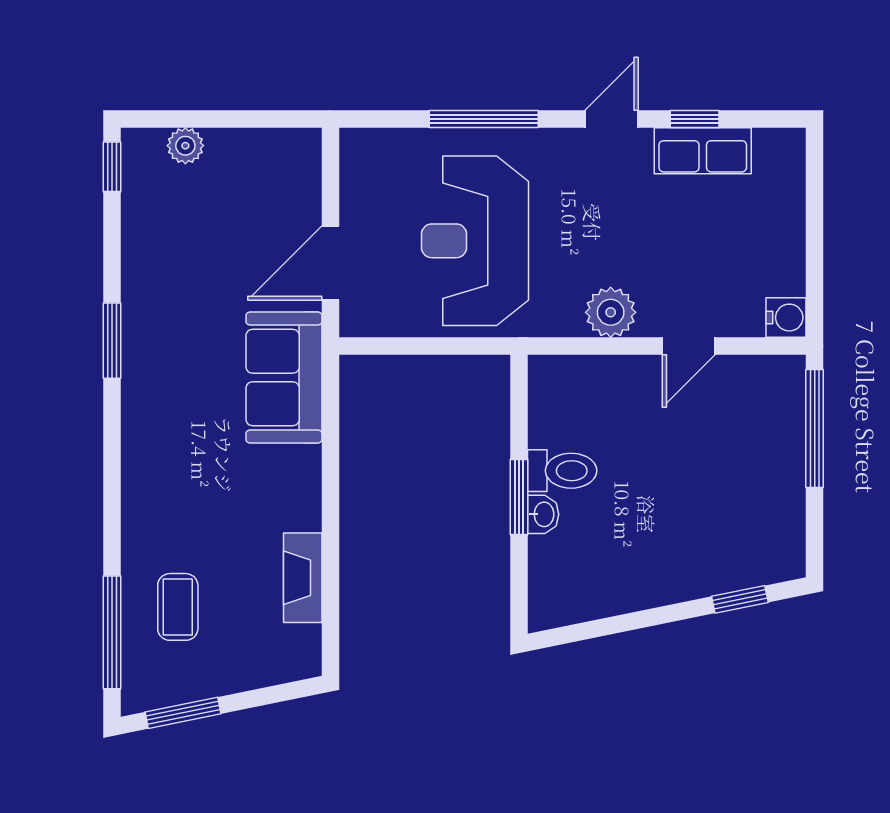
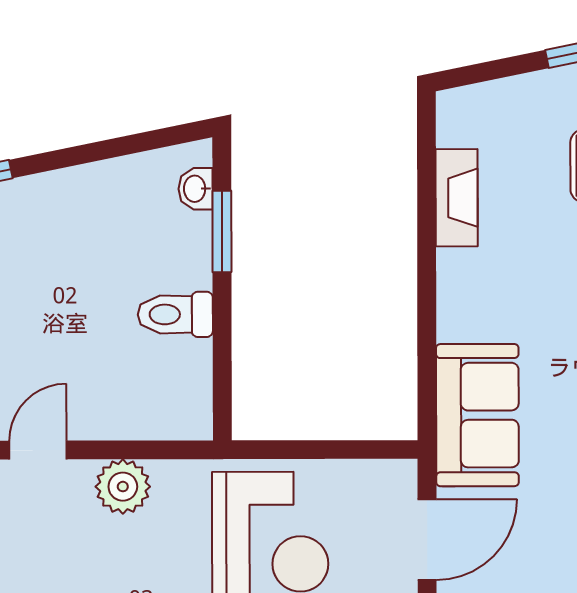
window: (519, 497) -> (222, 231), moved
washbasin: (543, 514) -> (196, 189), moved

